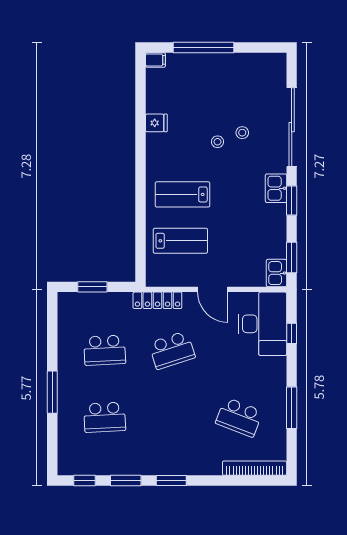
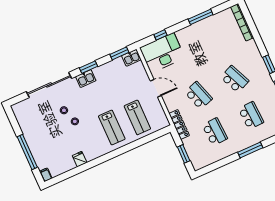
lab bench: (180, 241) -> (137, 117), turned 180
door: (213, 289) -> (156, 88), hinge flipped
locker: (157, 300) -> (179, 124), moved
school desk: (239, 417) -> (235, 79), moved, turned -45

